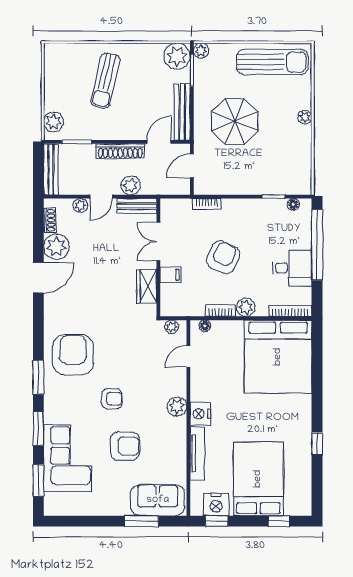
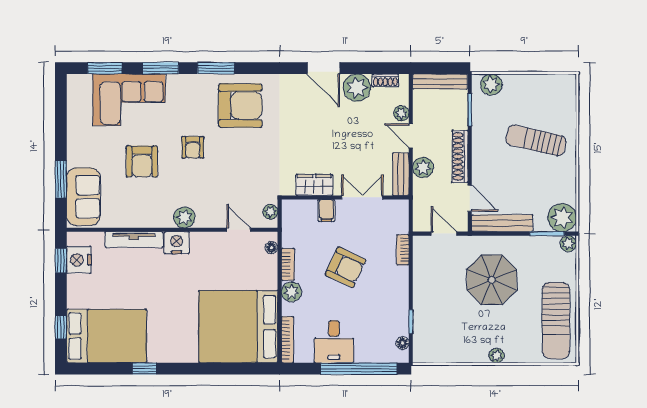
bed: (258, 479) -> (106, 336), moved

